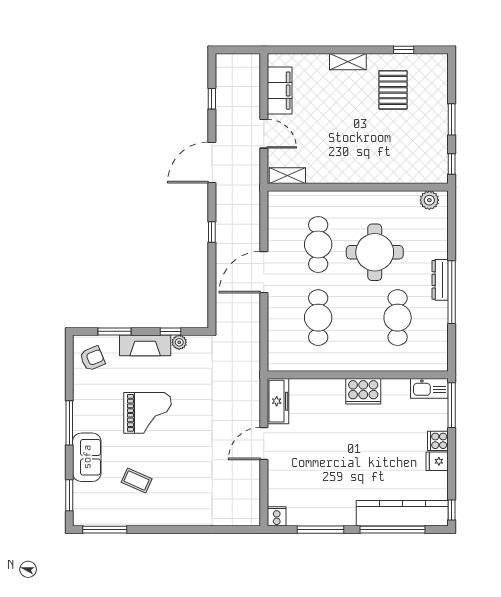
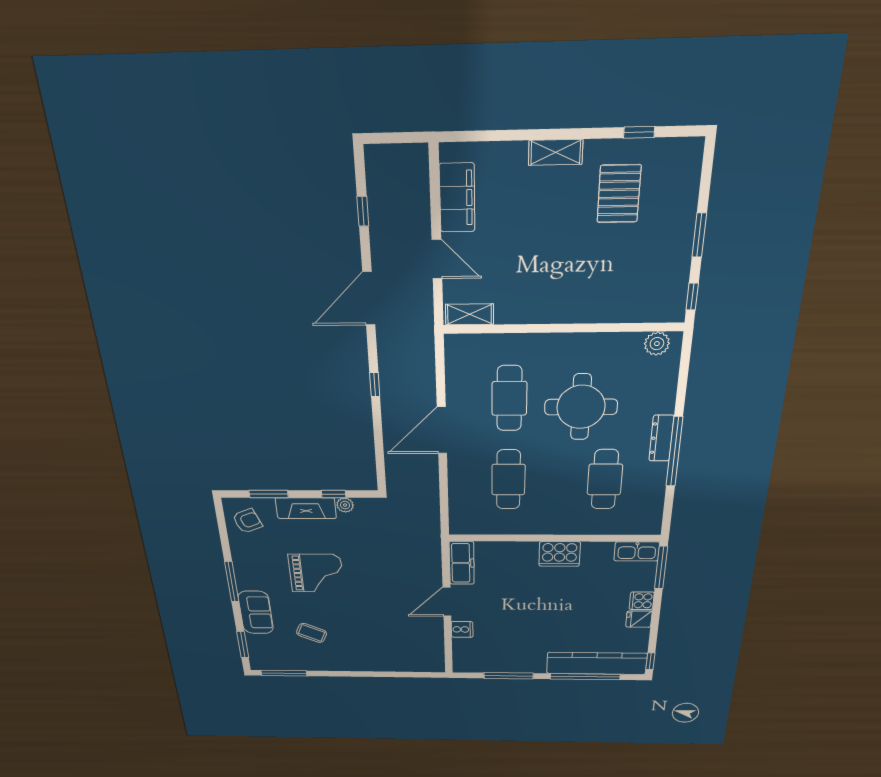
cooker: (277, 516) -> (462, 629), moved, turned 90

